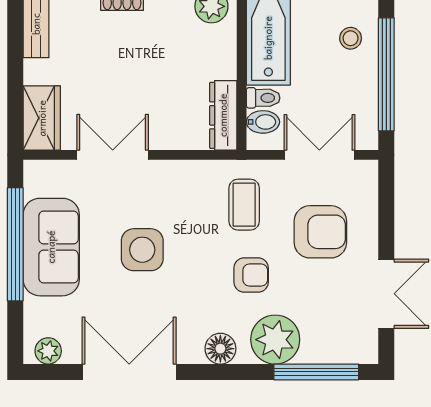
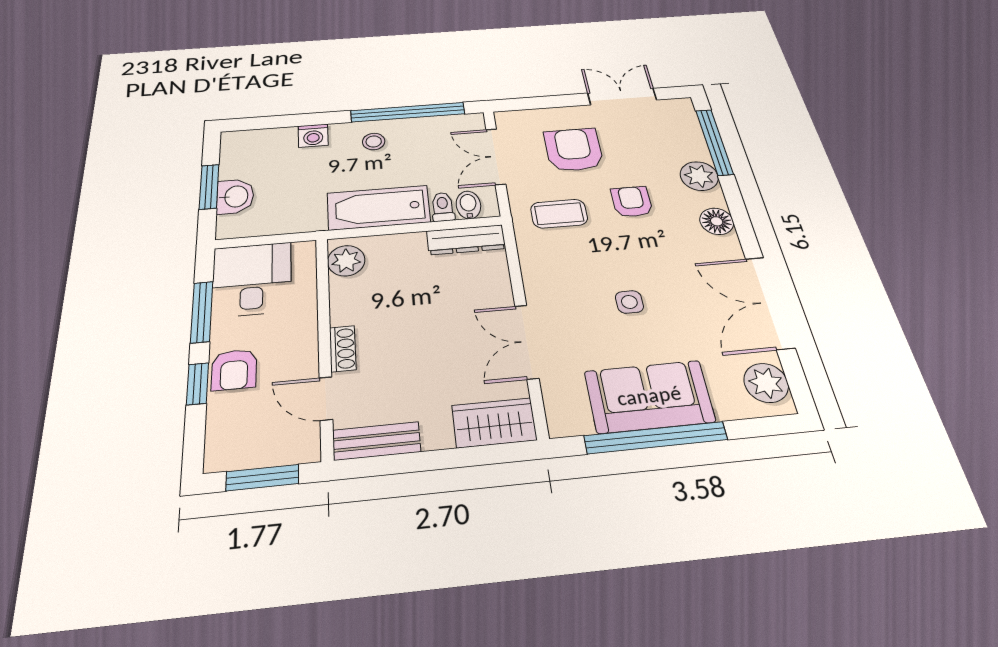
side table: (142, 250) -> (629, 302), width x0.54, depth x0.54
plant: (275, 340) -> (699, 176), width x0.73, depth x0.73
plant: (48, 351) -> (766, 383), width x1.38, depth x1.38

